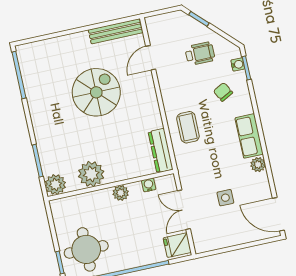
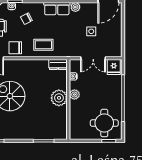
chair: (174, 84) -> (15, 48), added
dresser: (161, 151) -> (58, 65), width x0.70
plant: (91, 174) -> (59, 98), moved
plant: (55, 184) -> (61, 133), removed

